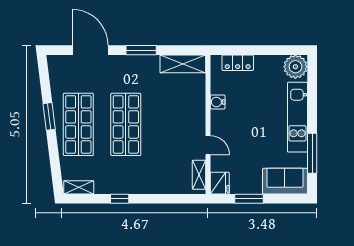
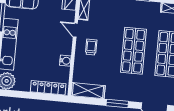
locker: (238, 63) -> (48, 88), width x1.53
trolley: (184, 124) -> (91, 47), added

